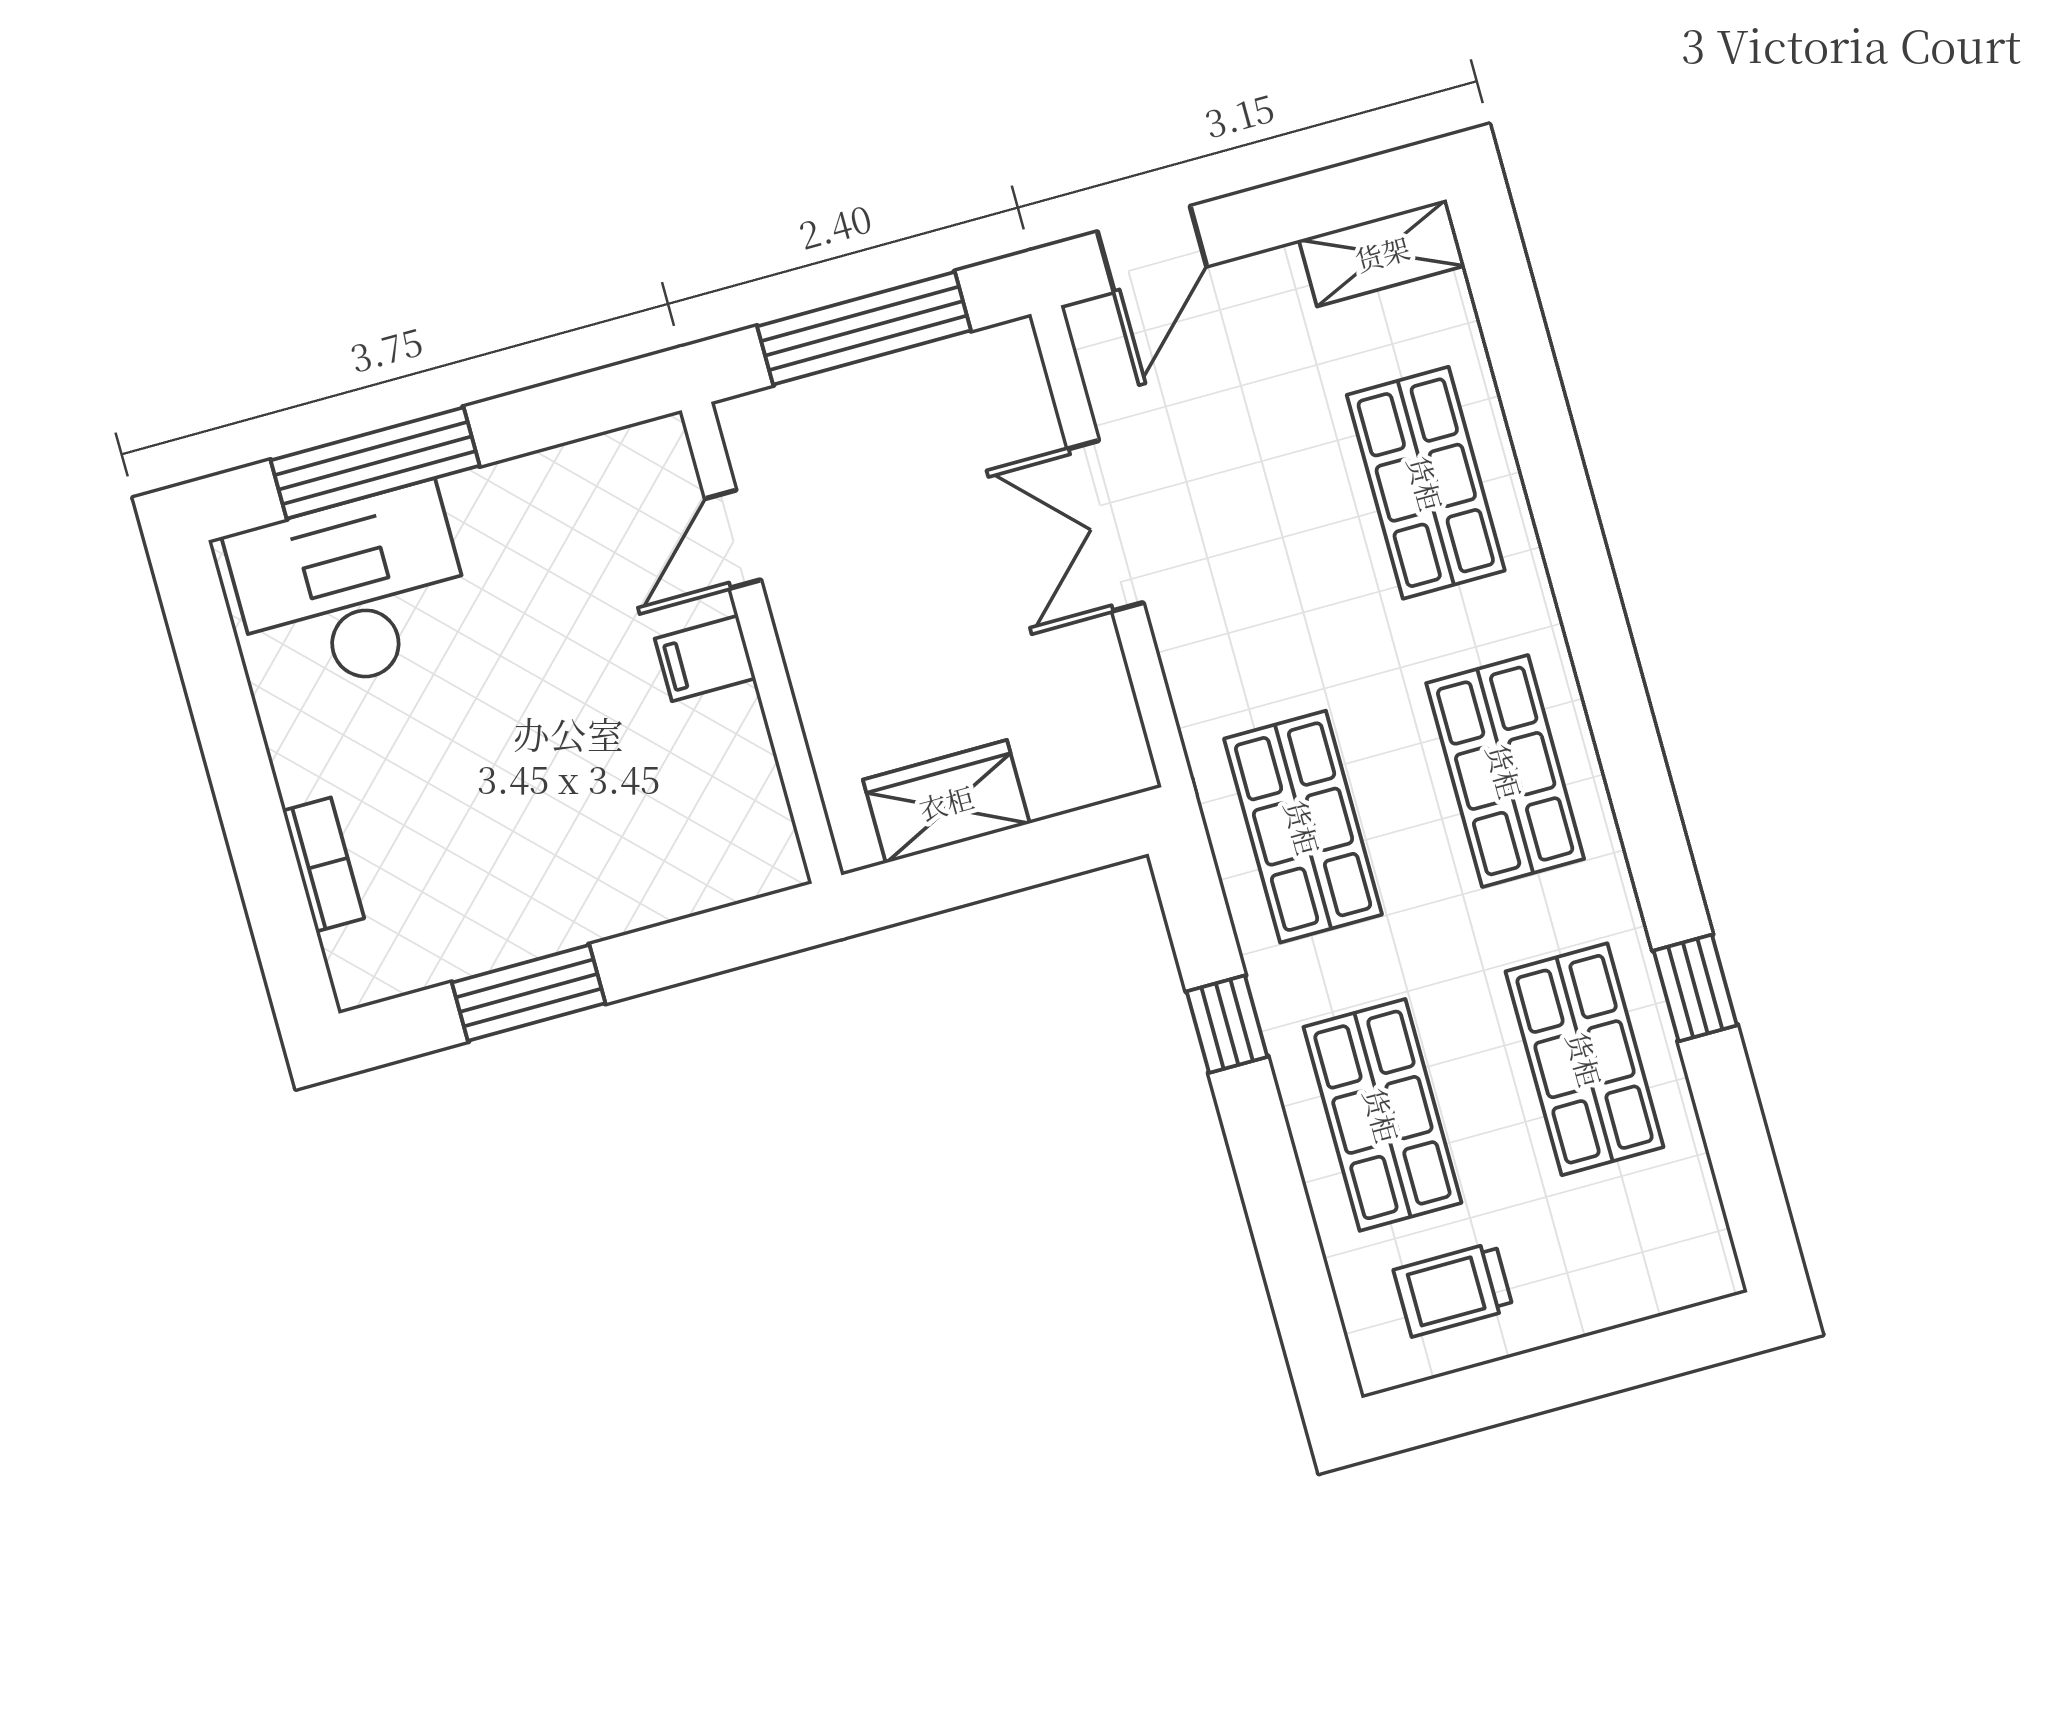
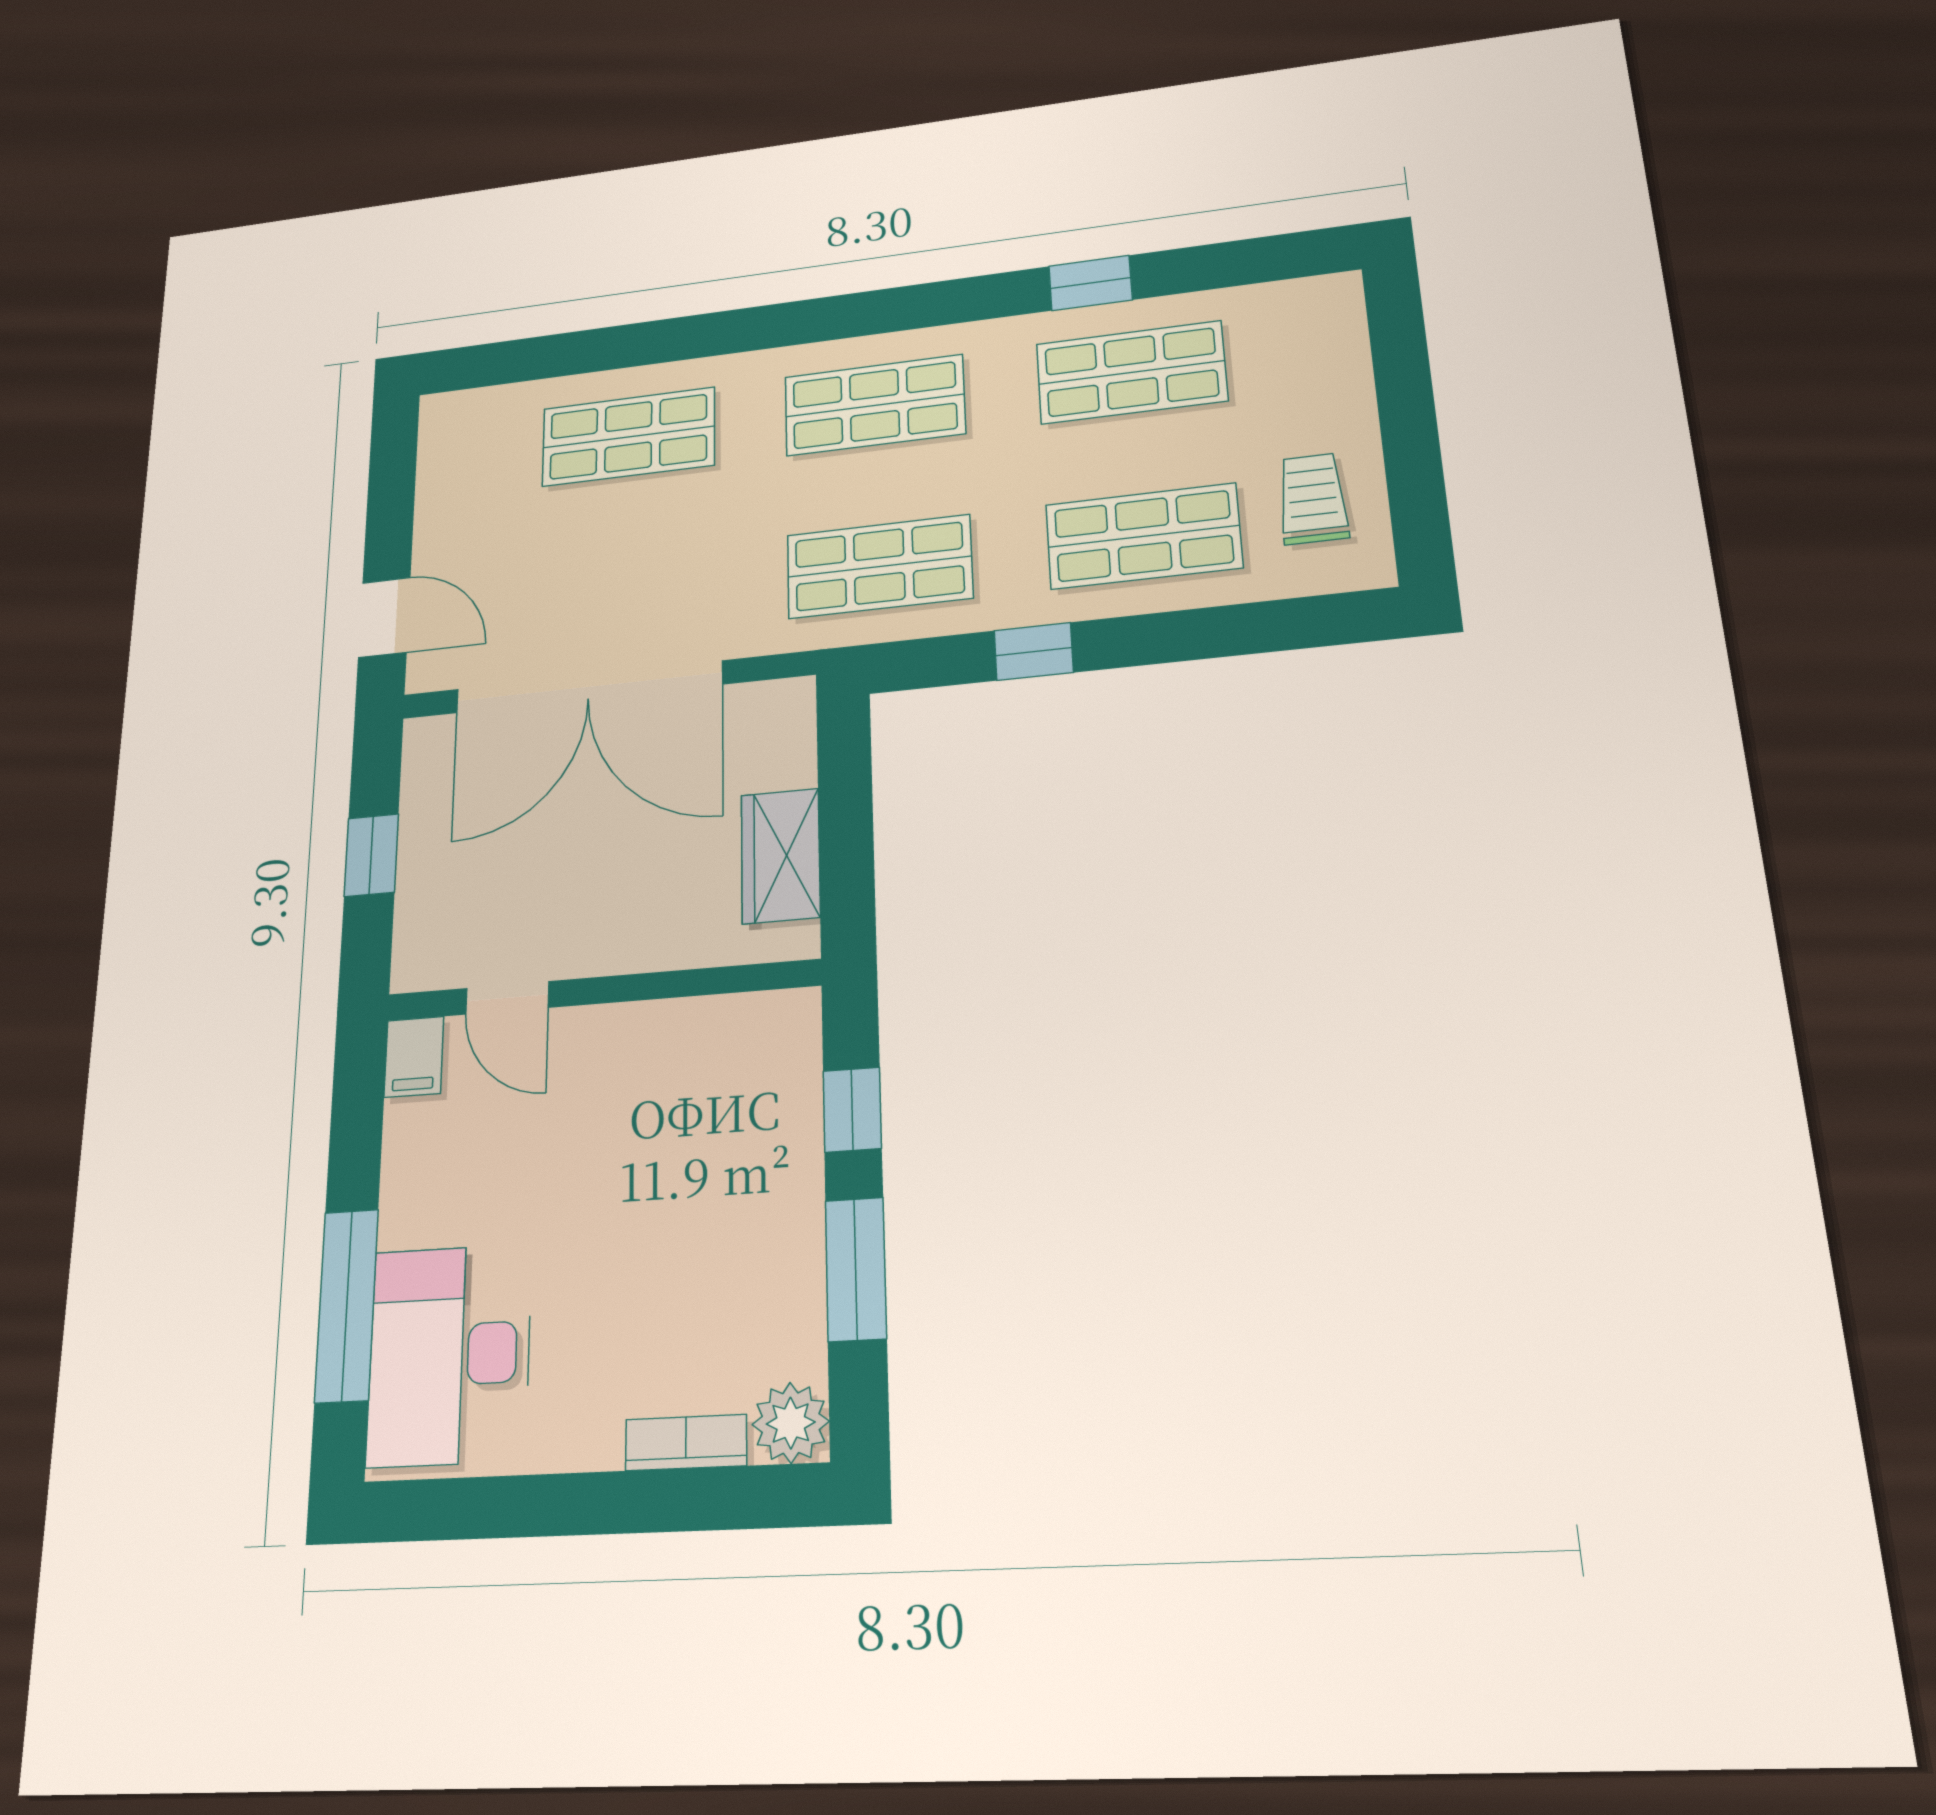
shelving: (1382, 253) -> (444, 447), removed
window: (864, 328) -> (371, 855), width x0.46
double door: (1105, 526) -> (588, 687), width x1.87
filing cabinet: (705, 658) -> (414, 1057), moved
window: (688, 949) -> (852, 1110), added
plant: (366, 965) -> (791, 1423), added
trolley: (1453, 1289) -> (1313, 499), turned 180

